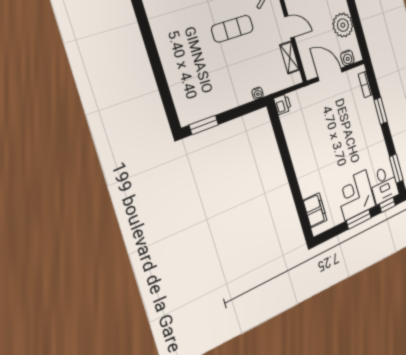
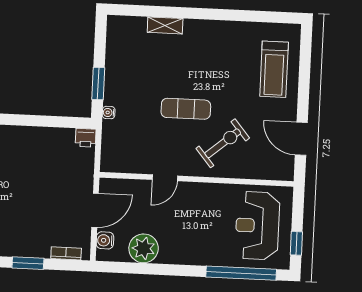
exercise mat: (232, 29) -> (186, 109), turned 90
shelving: (290, 57) -> (165, 25), moved
window: (204, 125) -> (98, 83), moved

